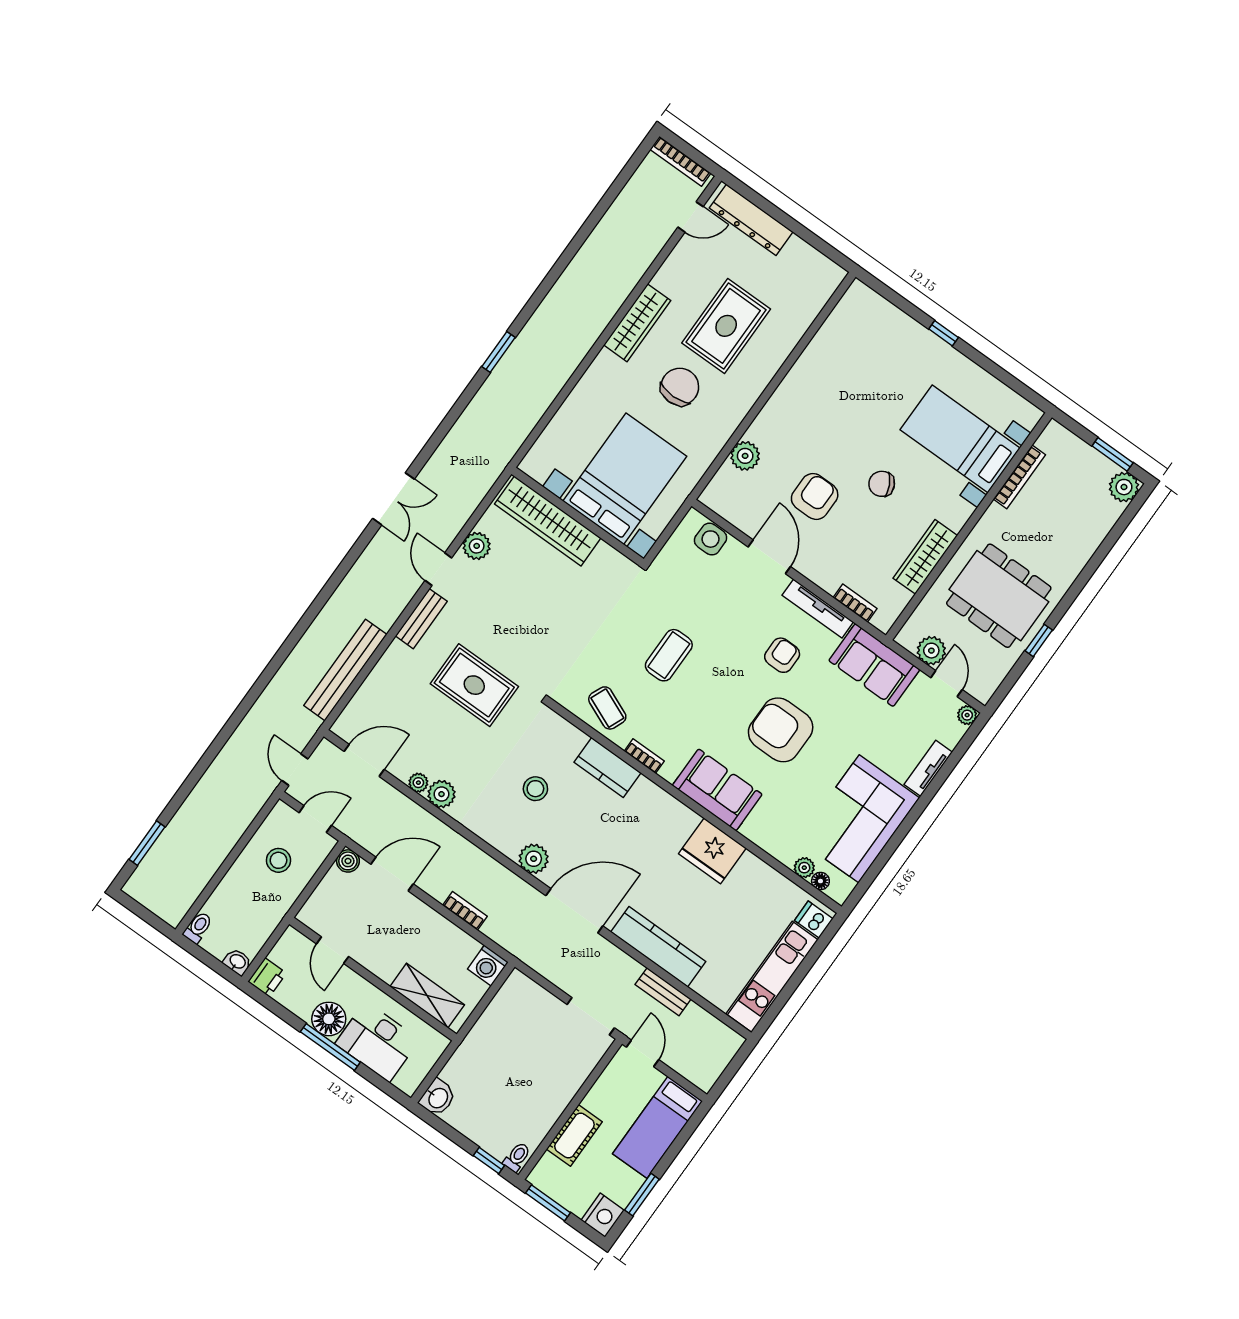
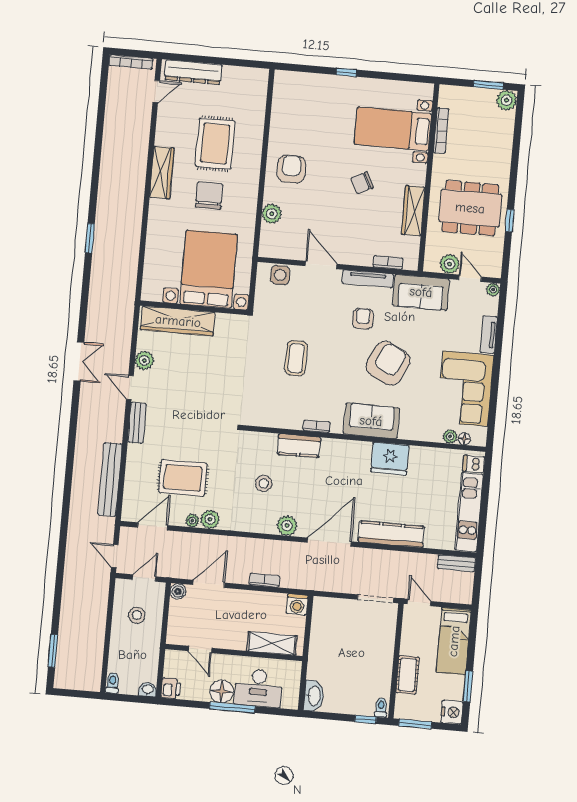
armchair: (815, 496) -> (291, 169), moved
rug: (474, 685) -> (183, 478), moved
coffee table: (607, 708) -> (278, 411), removed
armchair: (781, 730) -> (388, 363), turned 116
bench: (663, 992) -> (456, 563), moved
washbasin: (438, 1098) -> (314, 696), width x1.38

